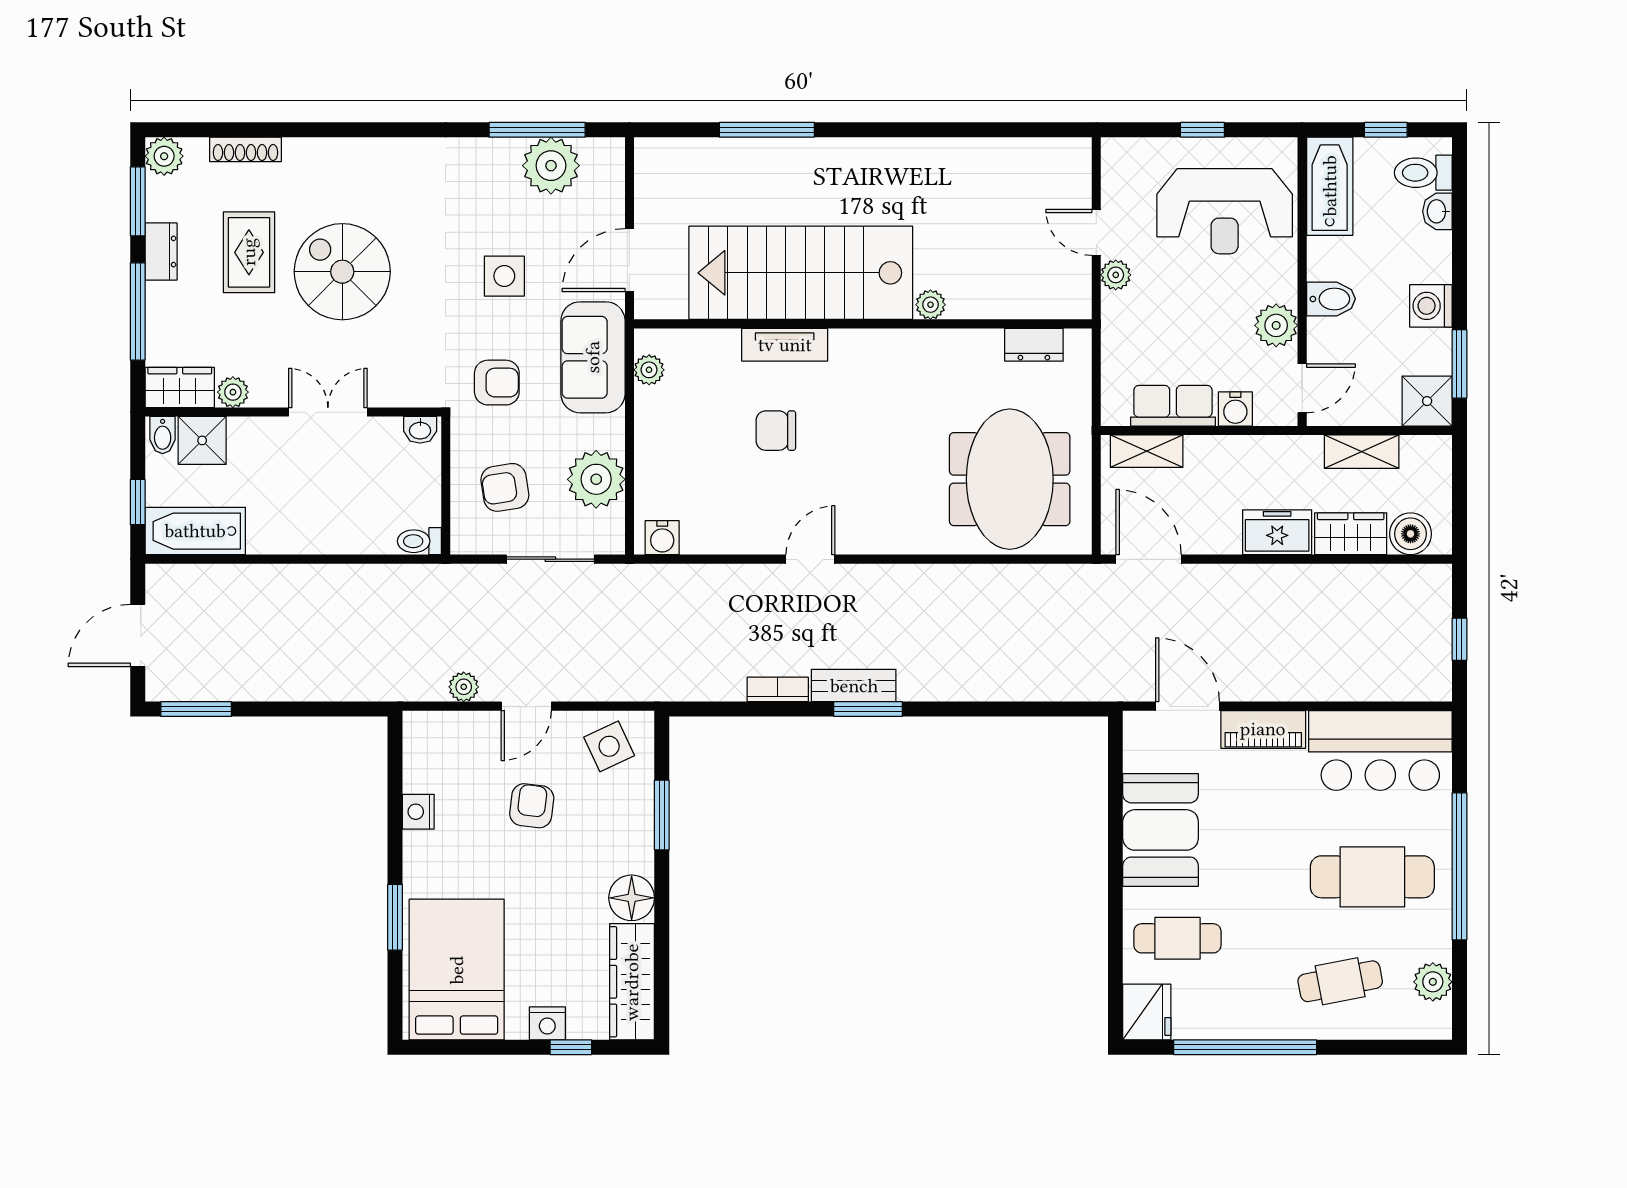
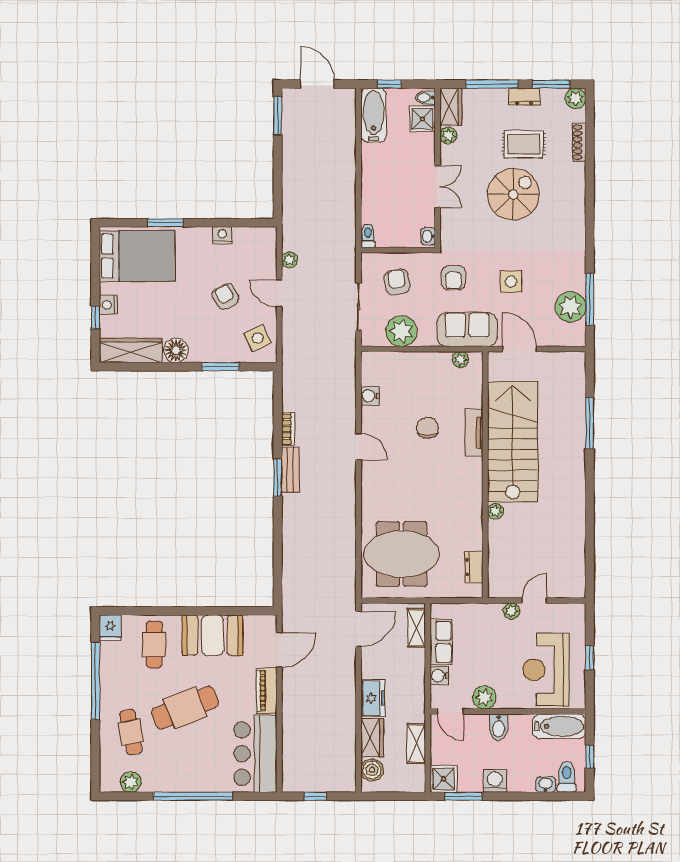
water cooler: (662, 538) -> (370, 396), moved
armchair: (532, 806) -> (226, 296), turned -126
cafe table: (1372, 877) -> (185, 708), moved, turned 68
fridge: (1147, 1012) -> (110, 628), width x0.72

